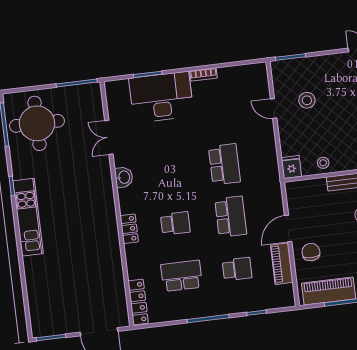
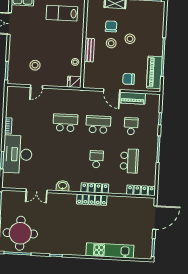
kitchen unit: (28, 217) -> (110, 251), moved
locker: (110, 227) -> (92, 200), added
locker: (129, 229) -> (95, 188), width x1.53
school desk: (182, 276) -> (129, 161), turned 180

